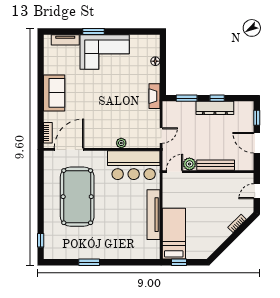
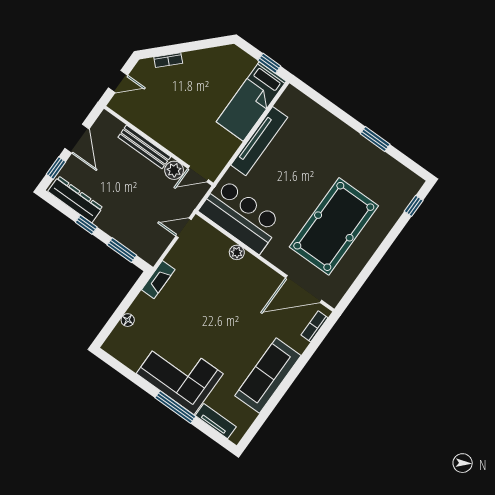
window: (93, 31) -> (175, 407), width x1.44
sofa: (54, 93) -> (268, 376), width x1.36
dresser: (215, 108) -> (75, 199), moved

